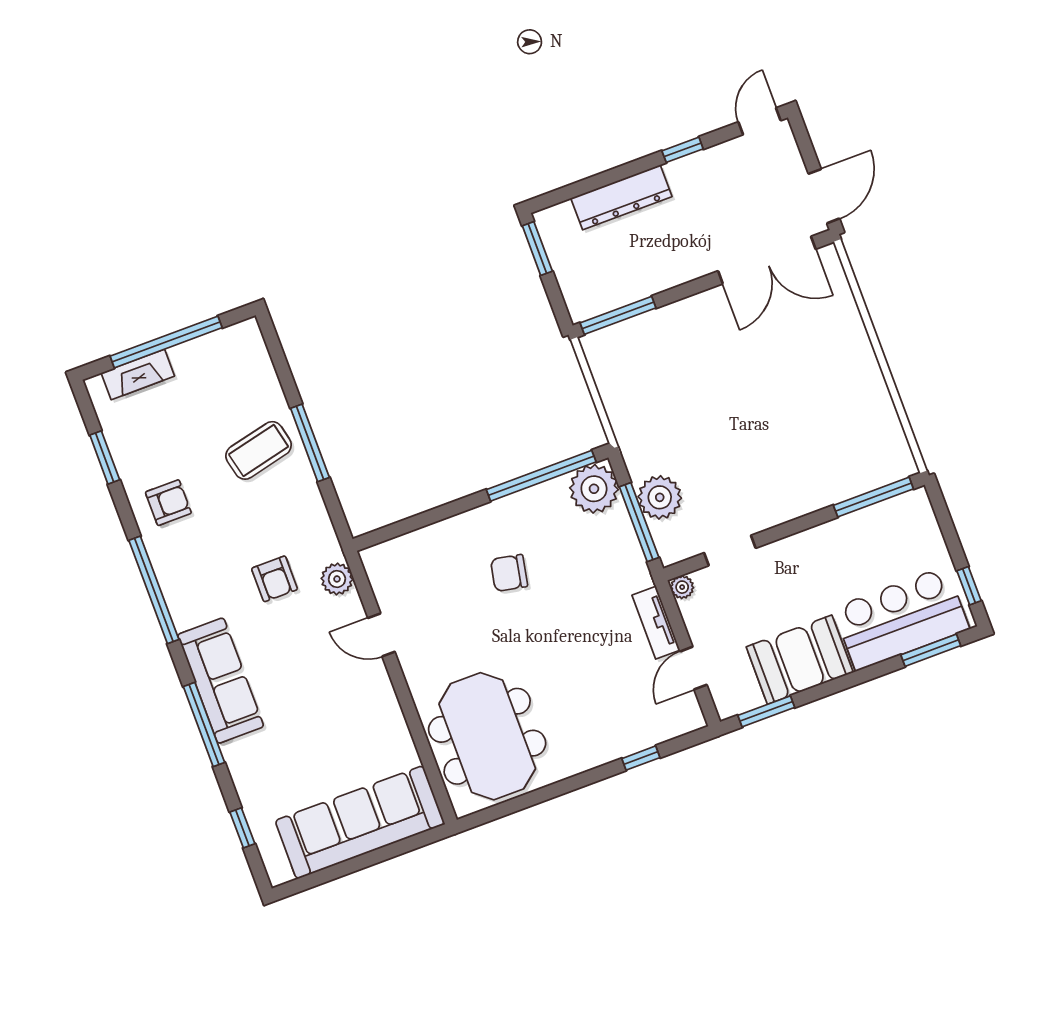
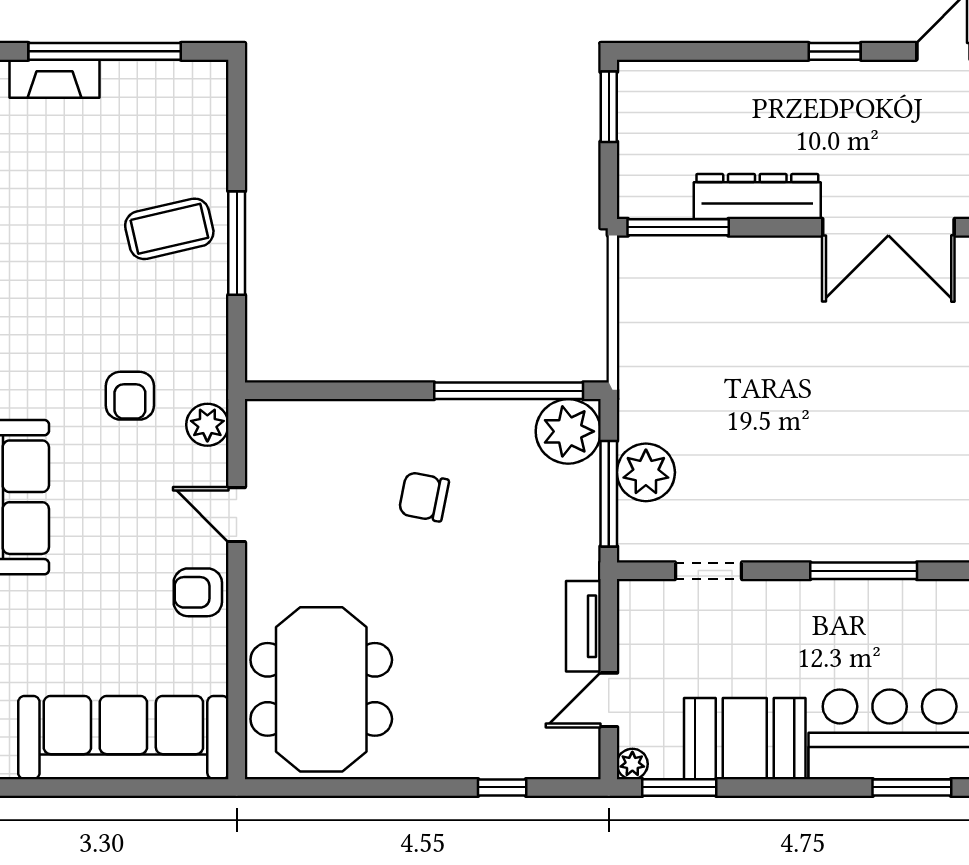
dresser: (621, 197) -> (757, 196), moved, turned 180
window: (873, 497) -> (864, 571), moved
armchair: (168, 503) -> (198, 592), moved, turned 180
plant: (682, 587) -> (632, 764), moved

